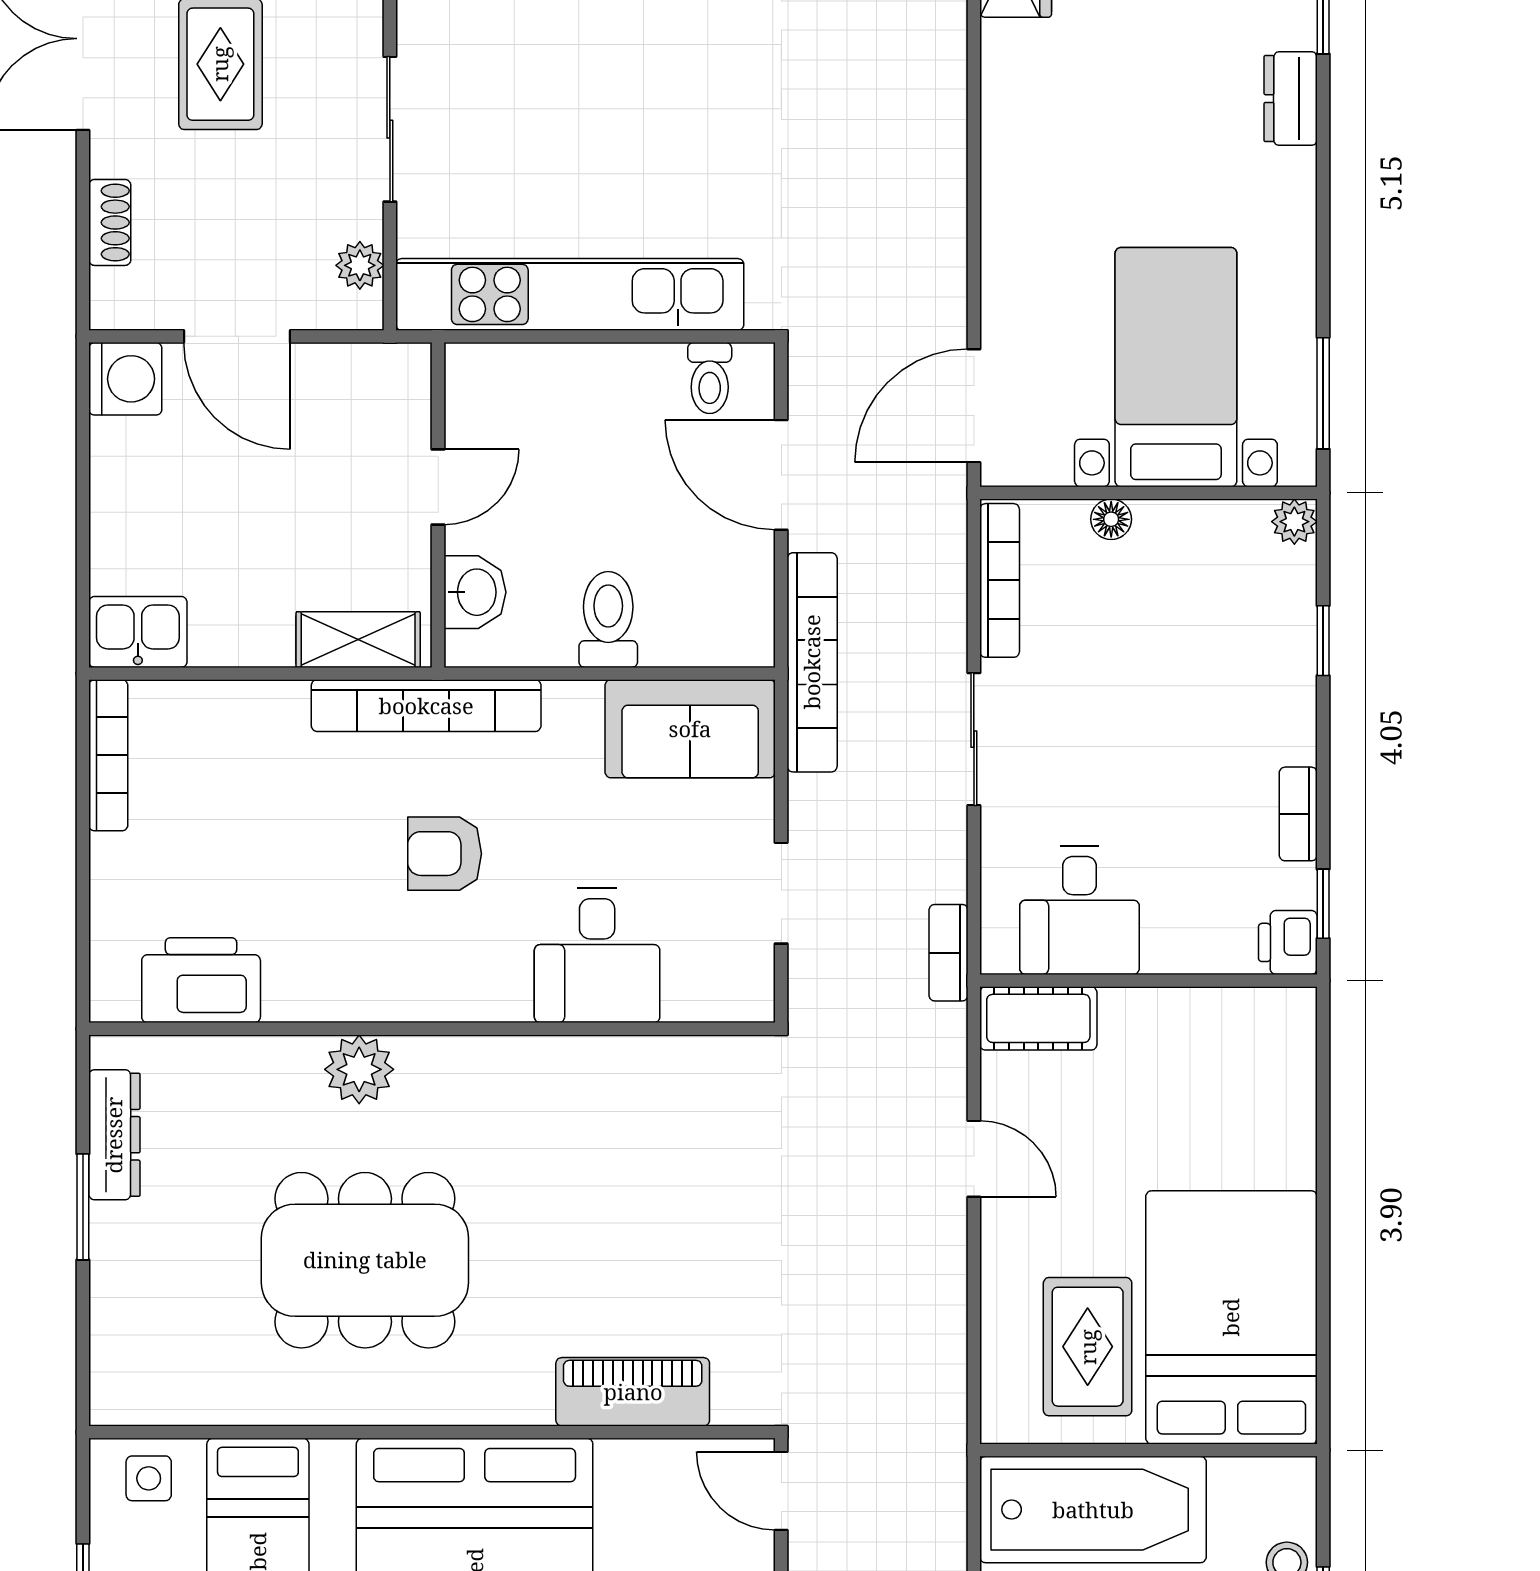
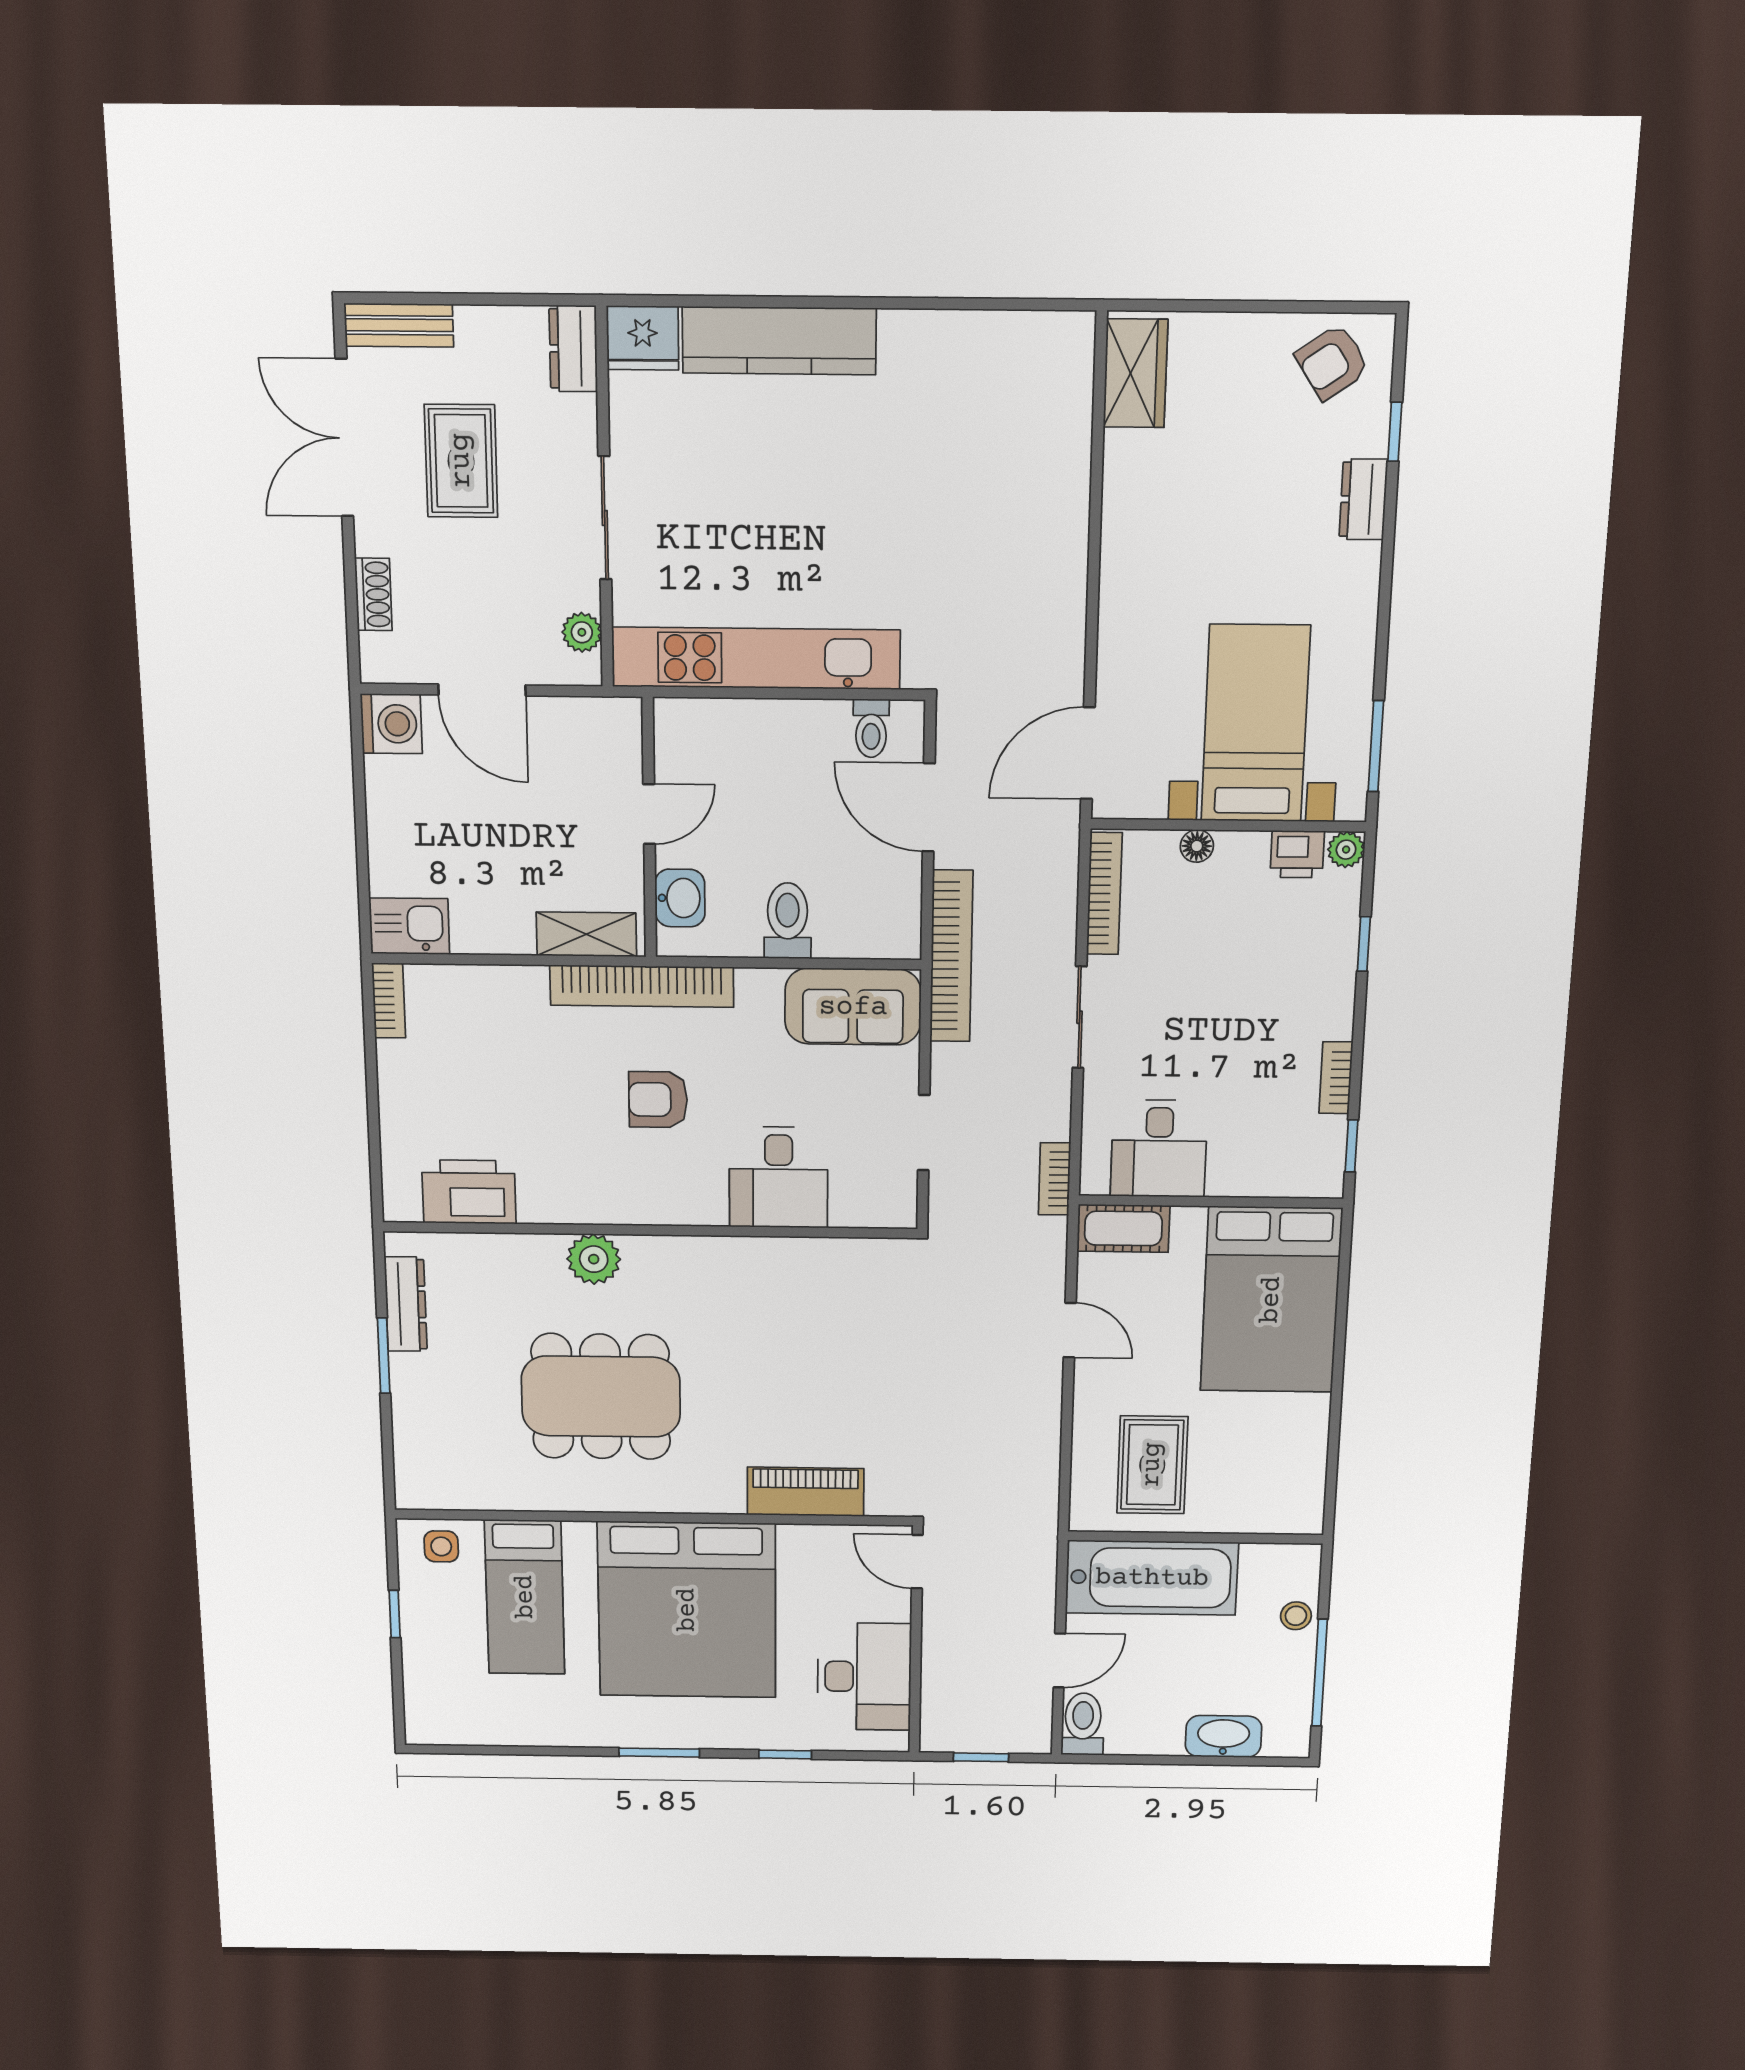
bookcase: (108, 755) -> (389, 1001), width x0.64
printer: (1288, 942) -> (1297, 854), moved, turned -90
bed: (1231, 1317) -> (1271, 1300), moved, turned 180

